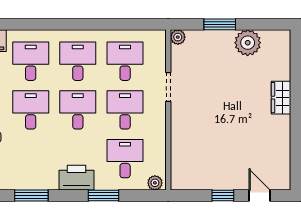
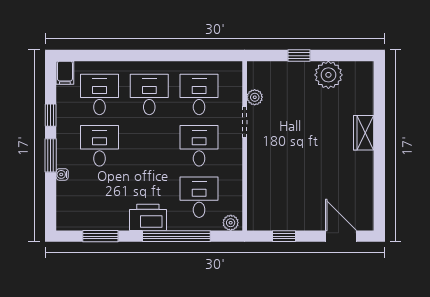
window: (220, 24) -> (299, 56), width x0.67
plant: (178, 37) -> (255, 97), moved
desk: (78, 110) -> (149, 146), removed
window: (104, 196) -> (176, 236), width x2.11
window: (223, 196) -> (284, 236), moved
door: (260, 196) -> (341, 236), width x1.38

